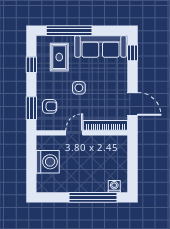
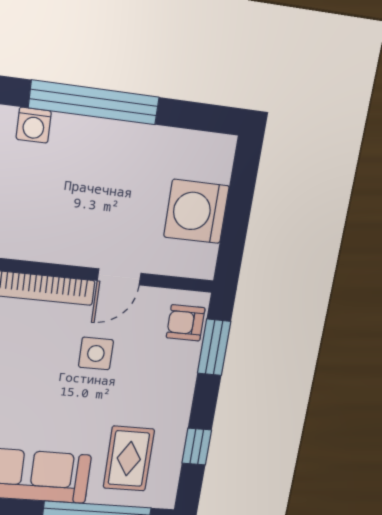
side table: (79, 88) -> (96, 353), moved
armchair: (50, 106) -> (186, 323), moved

